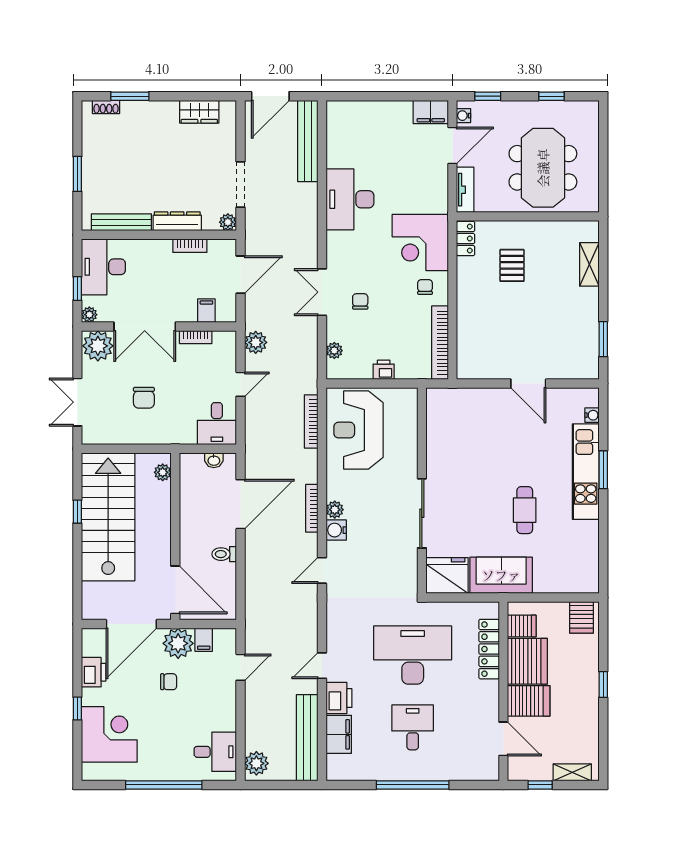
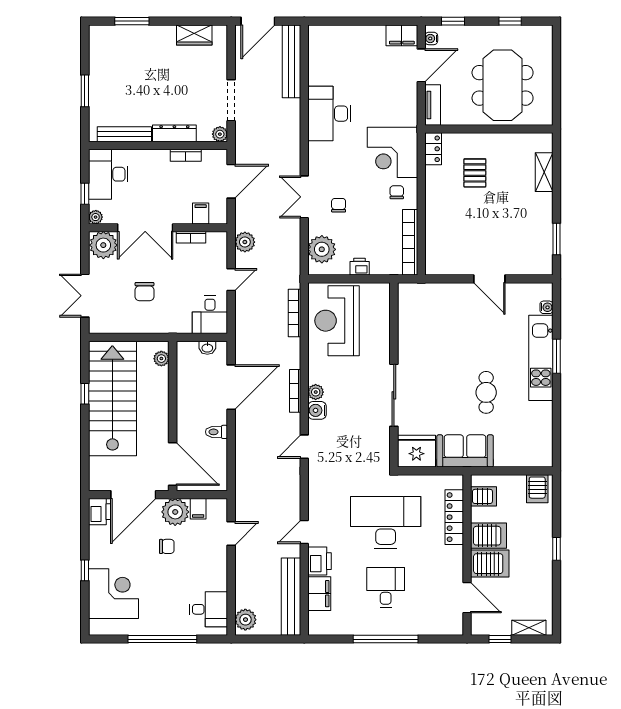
shoe rack: (106, 107) -> (111, 31), removed
plant: (334, 351) -> (322, 249), width x1.88, depth x1.88
server rack: (527, 661) -> (489, 536), width x0.62
printer: (94, 672) -> (100, 512), moved

